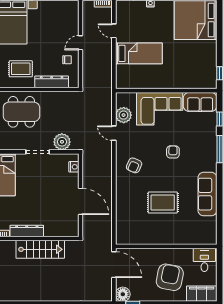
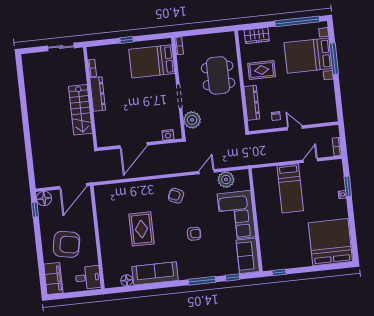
rug: (21, 69) -> (262, 70), turned 90
floor lamp: (211, 222) -> (127, 280), added

